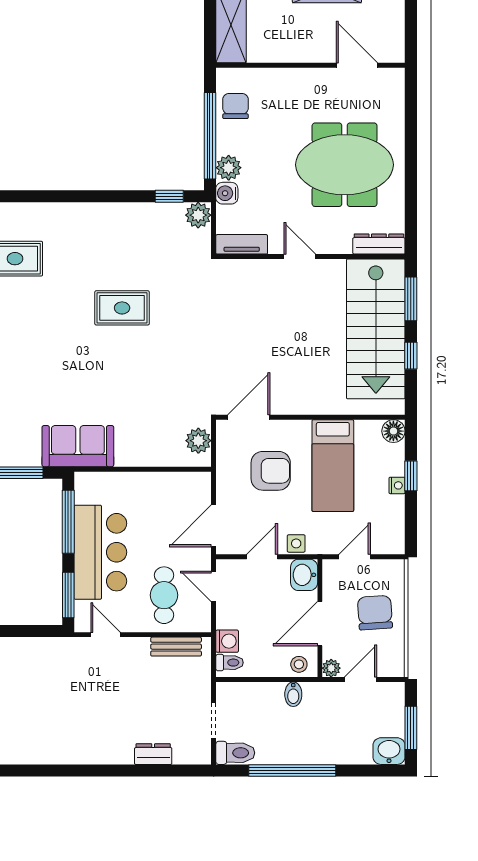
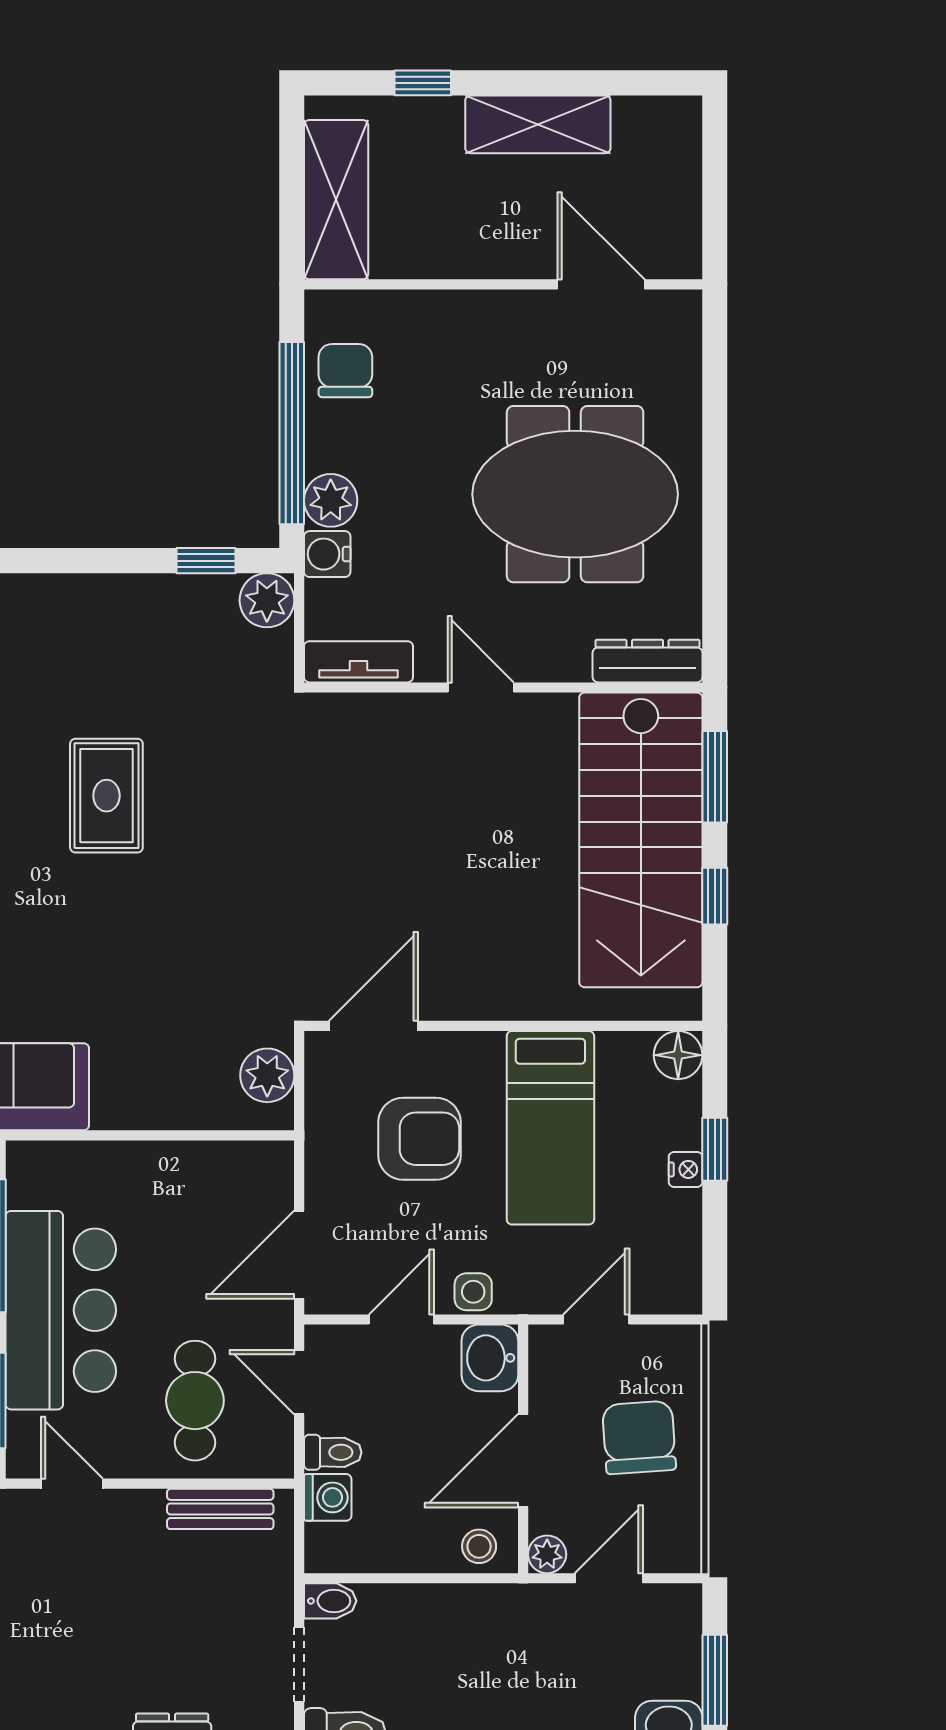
rug: (122, 308) -> (106, 796), turned 90
toilet: (230, 663) -> (333, 1452), moved
bidet: (293, 694) -> (330, 1601), moved, turned -90

